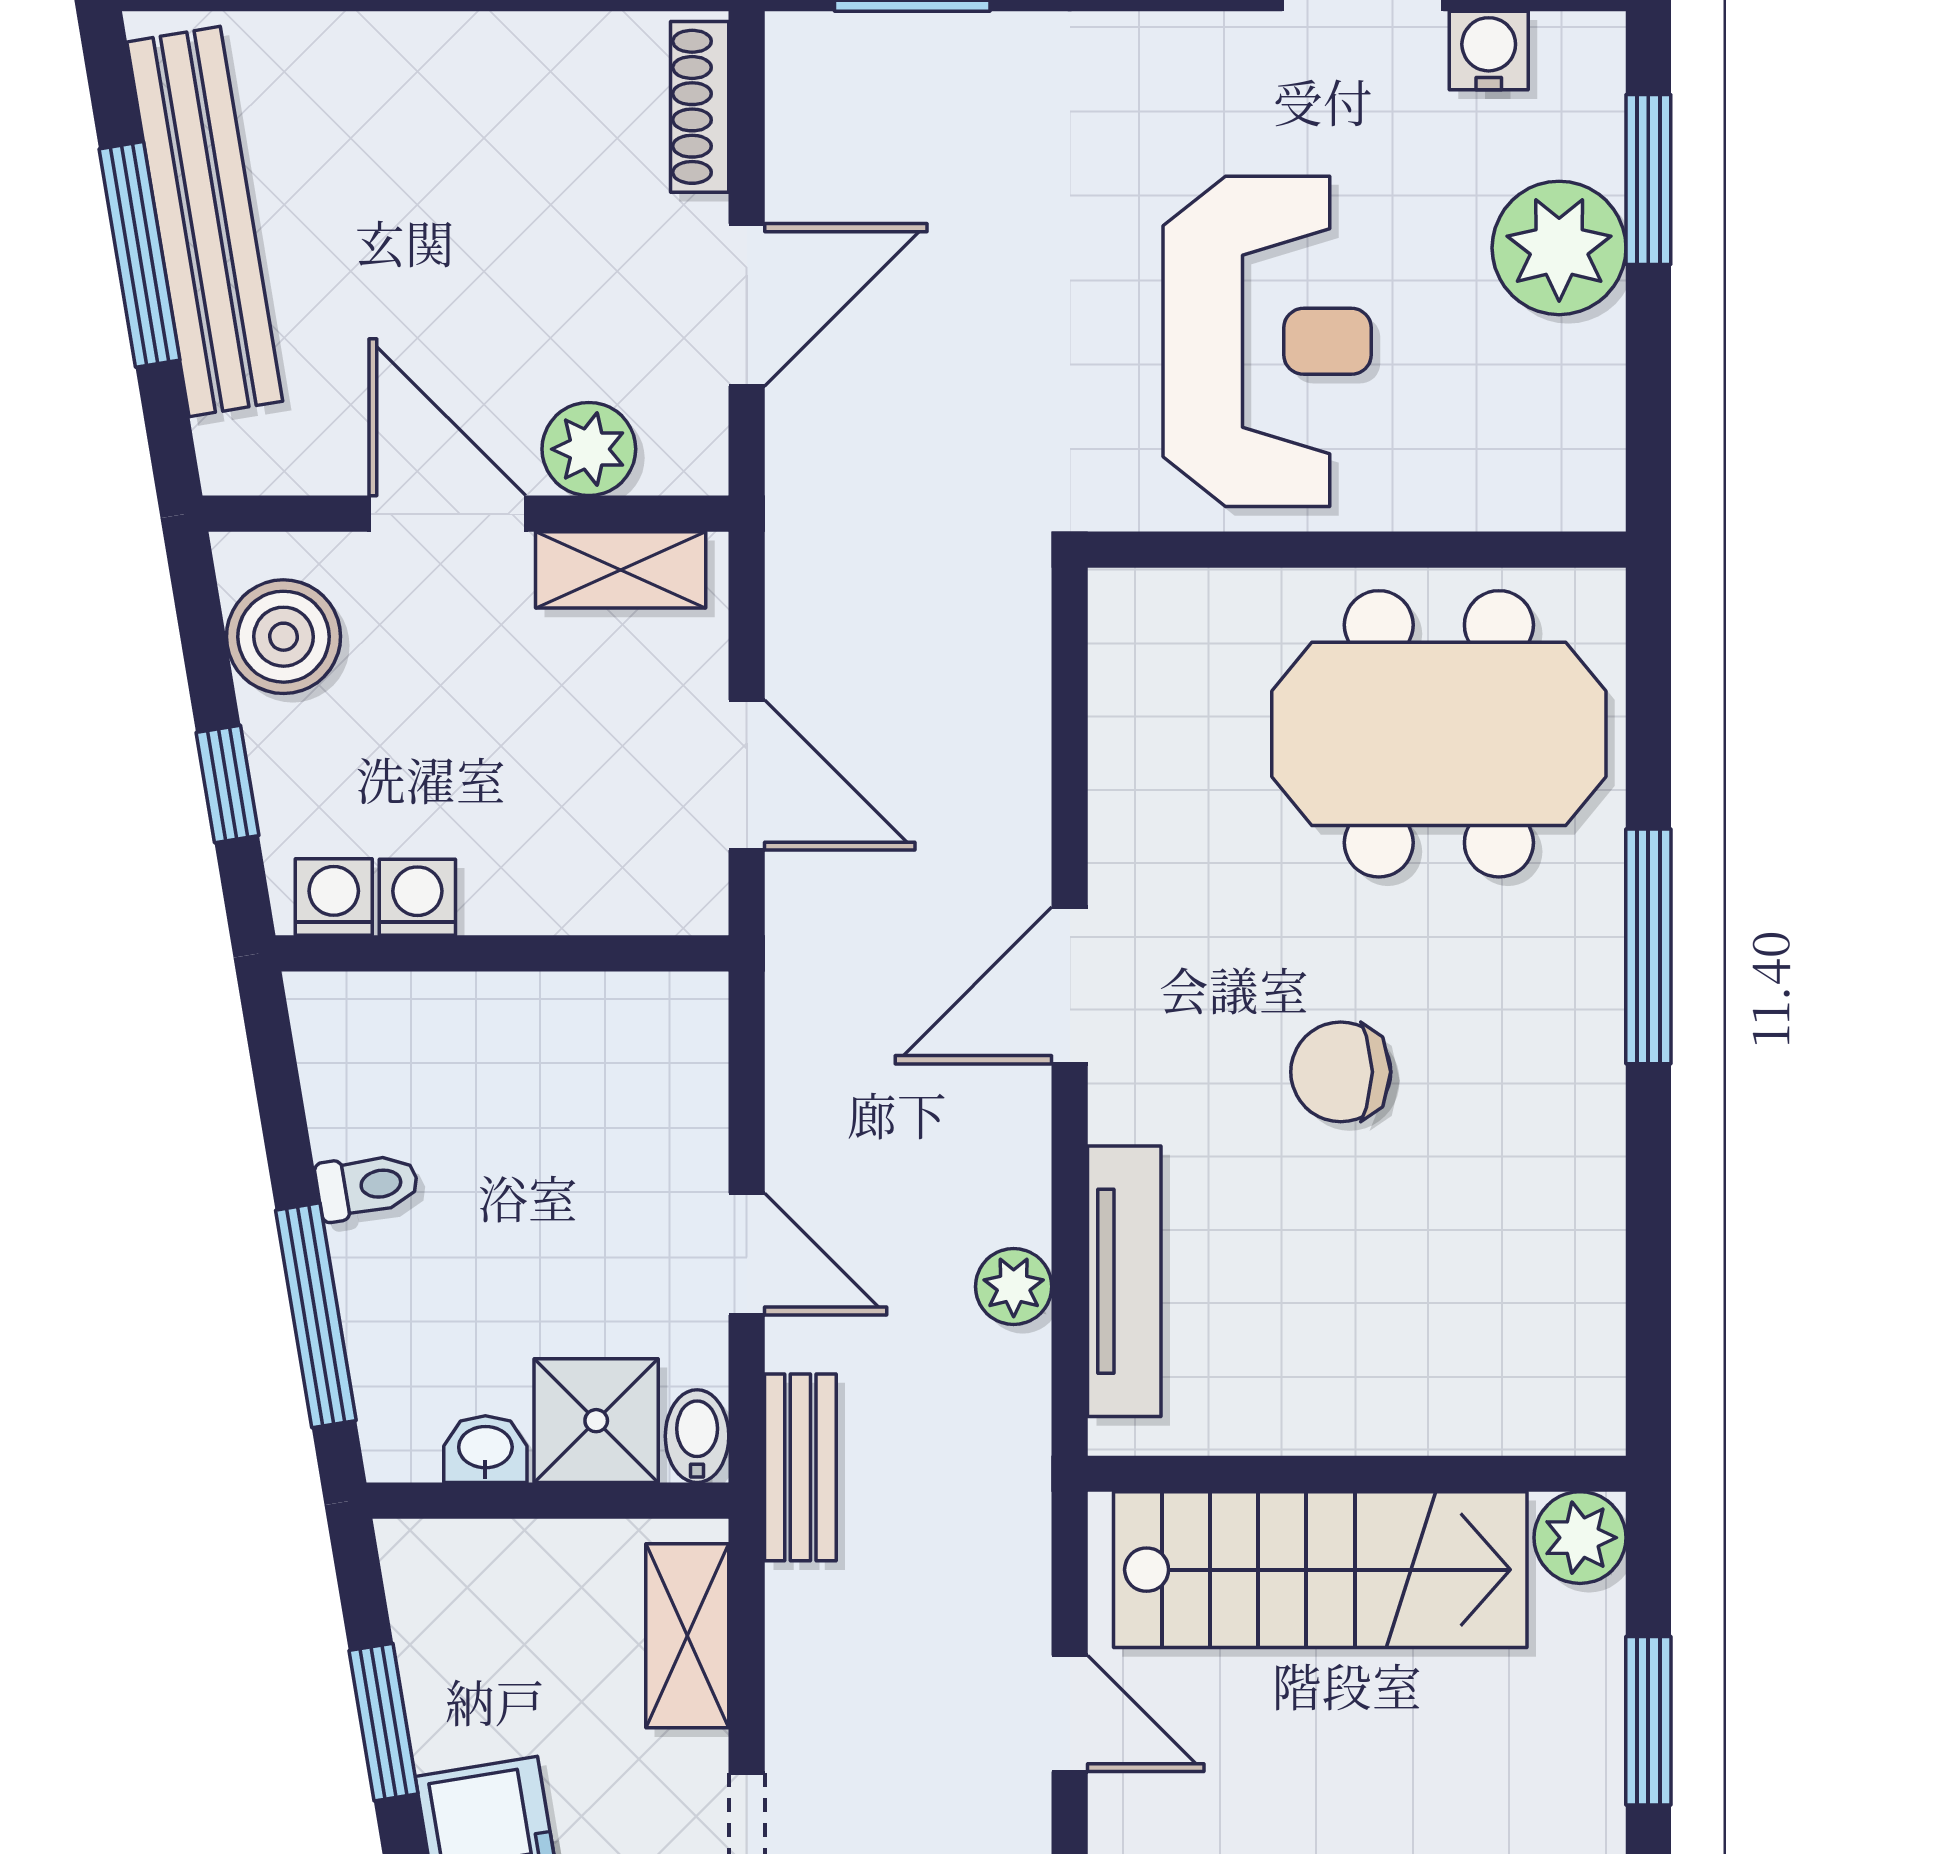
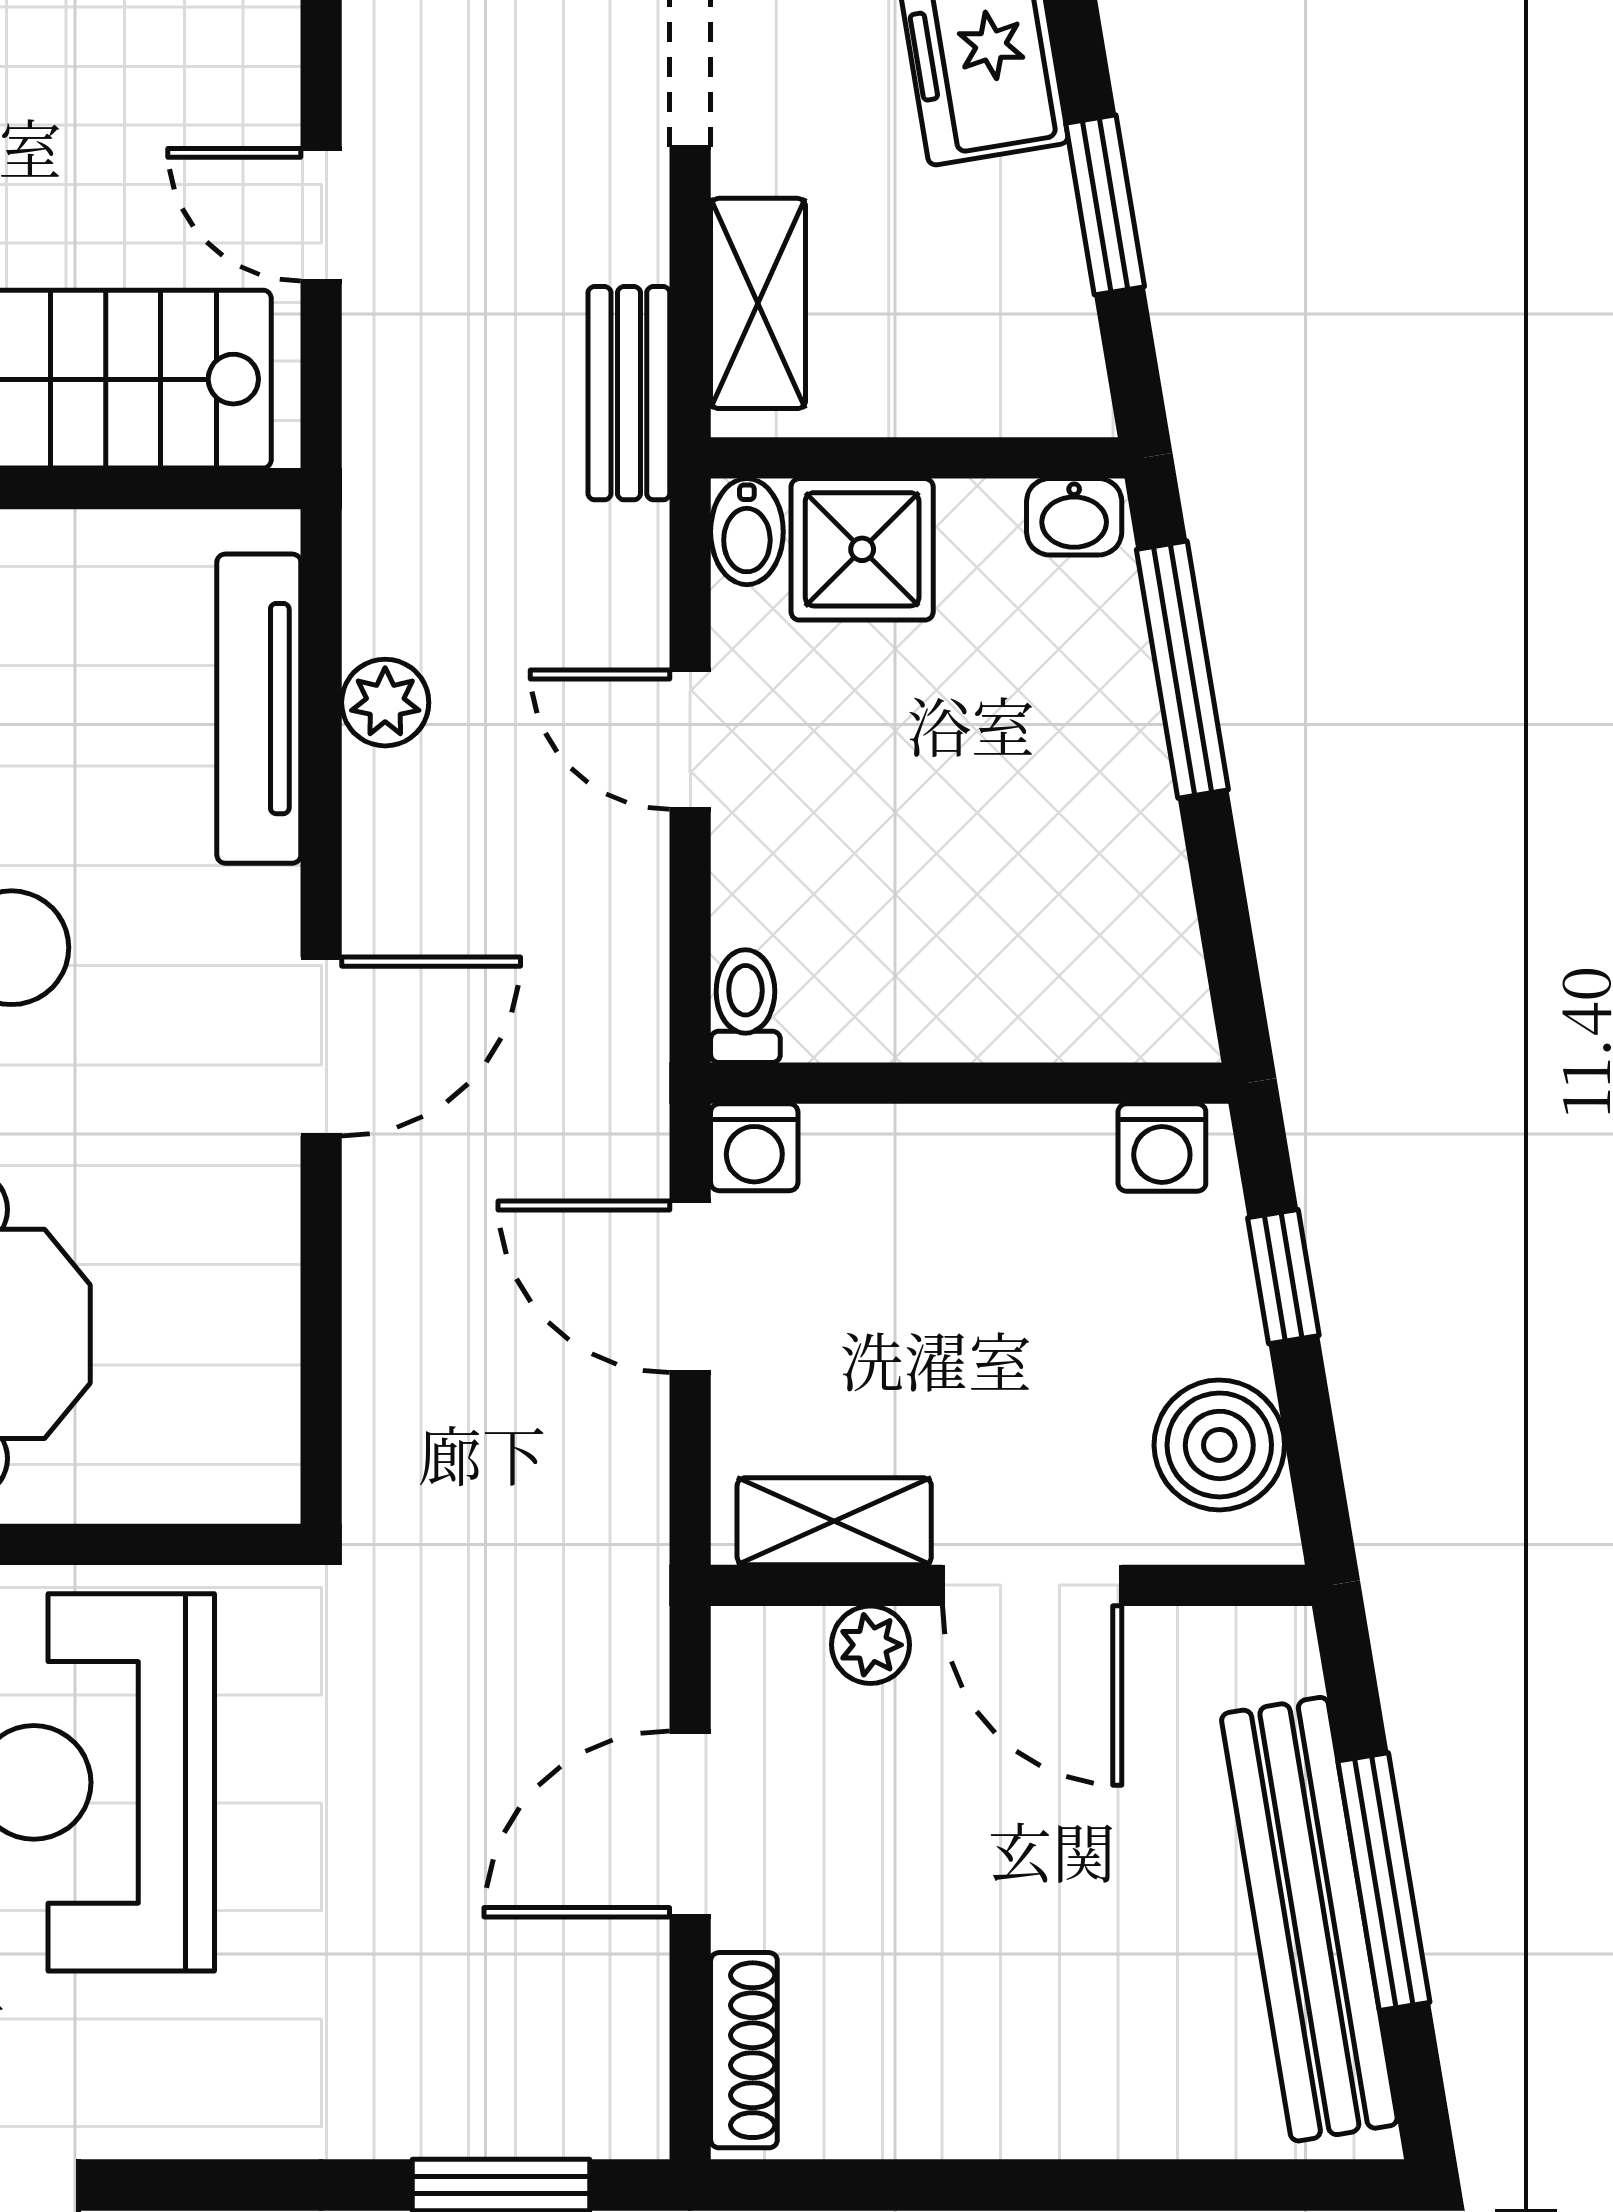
plant: (589, 449) -> (870, 1645), width x0.73, depth x0.73
washing machine: (417, 897) -> (754, 1147), moved
toilet: (367, 1186) -> (745, 1006), moved, turned 99
washbasin: (485, 1449) -> (1074, 517), moved
bench: (800, 1467) -> (629, 393), moved

